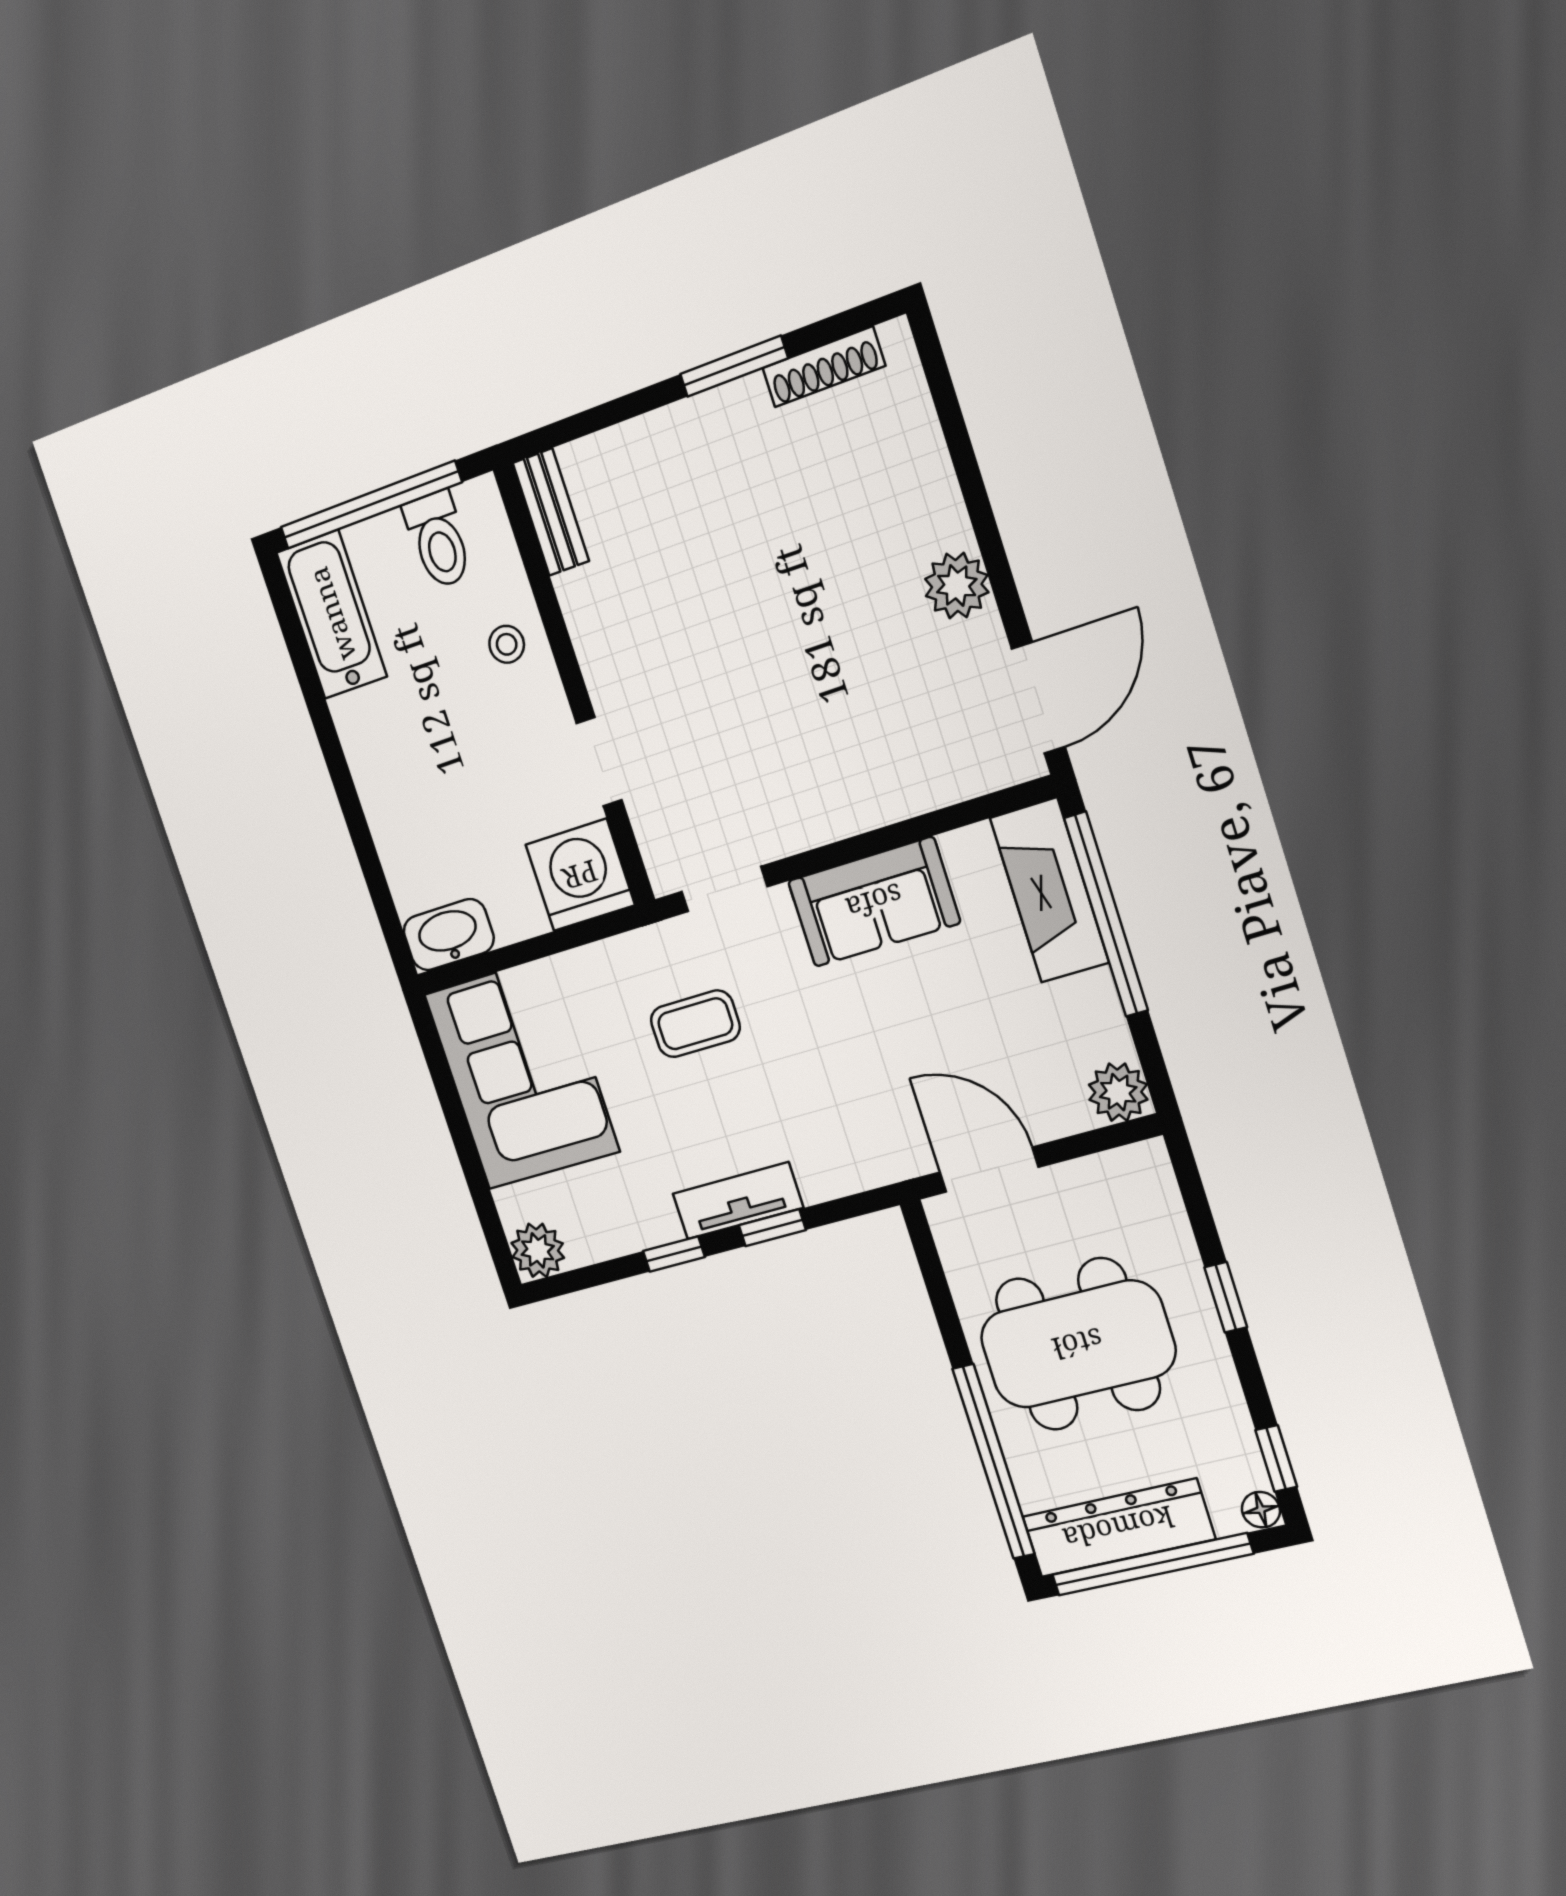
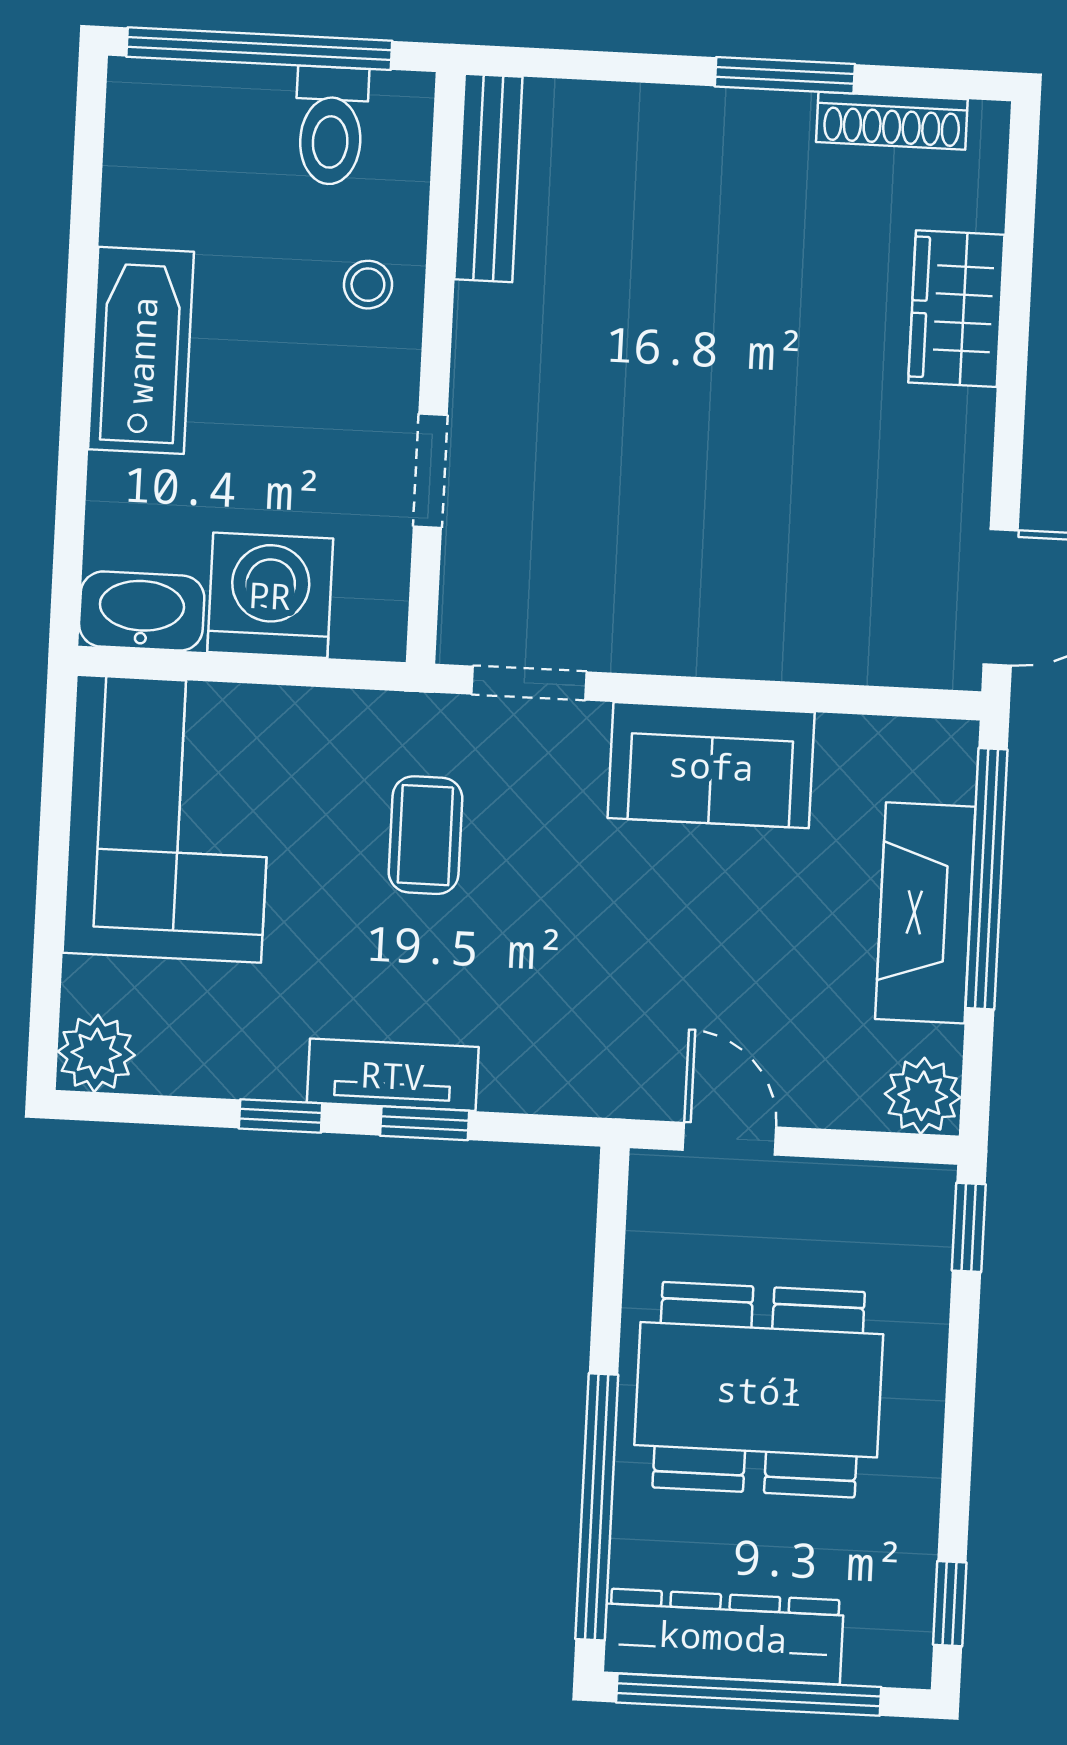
wardrobe: (924, 491) -> (956, 309), added
bench: (551, 512) -> (488, 178), width x1.36
plant: (957, 586) -> (953, 432), removed
bathtub: (332, 614) -> (141, 350), moved
washing machine: (580, 875) -> (270, 595), moved
fireplace: (1049, 890) -> (925, 913), moved
coffee table: (695, 1024) -> (425, 835), turned 90
door: (989, 1170) -> (730, 1139), width x0.73
window: (1226, 1297) -> (969, 1227), moved
floor lamp: (1261, 1510) -> (908, 1662), removed

